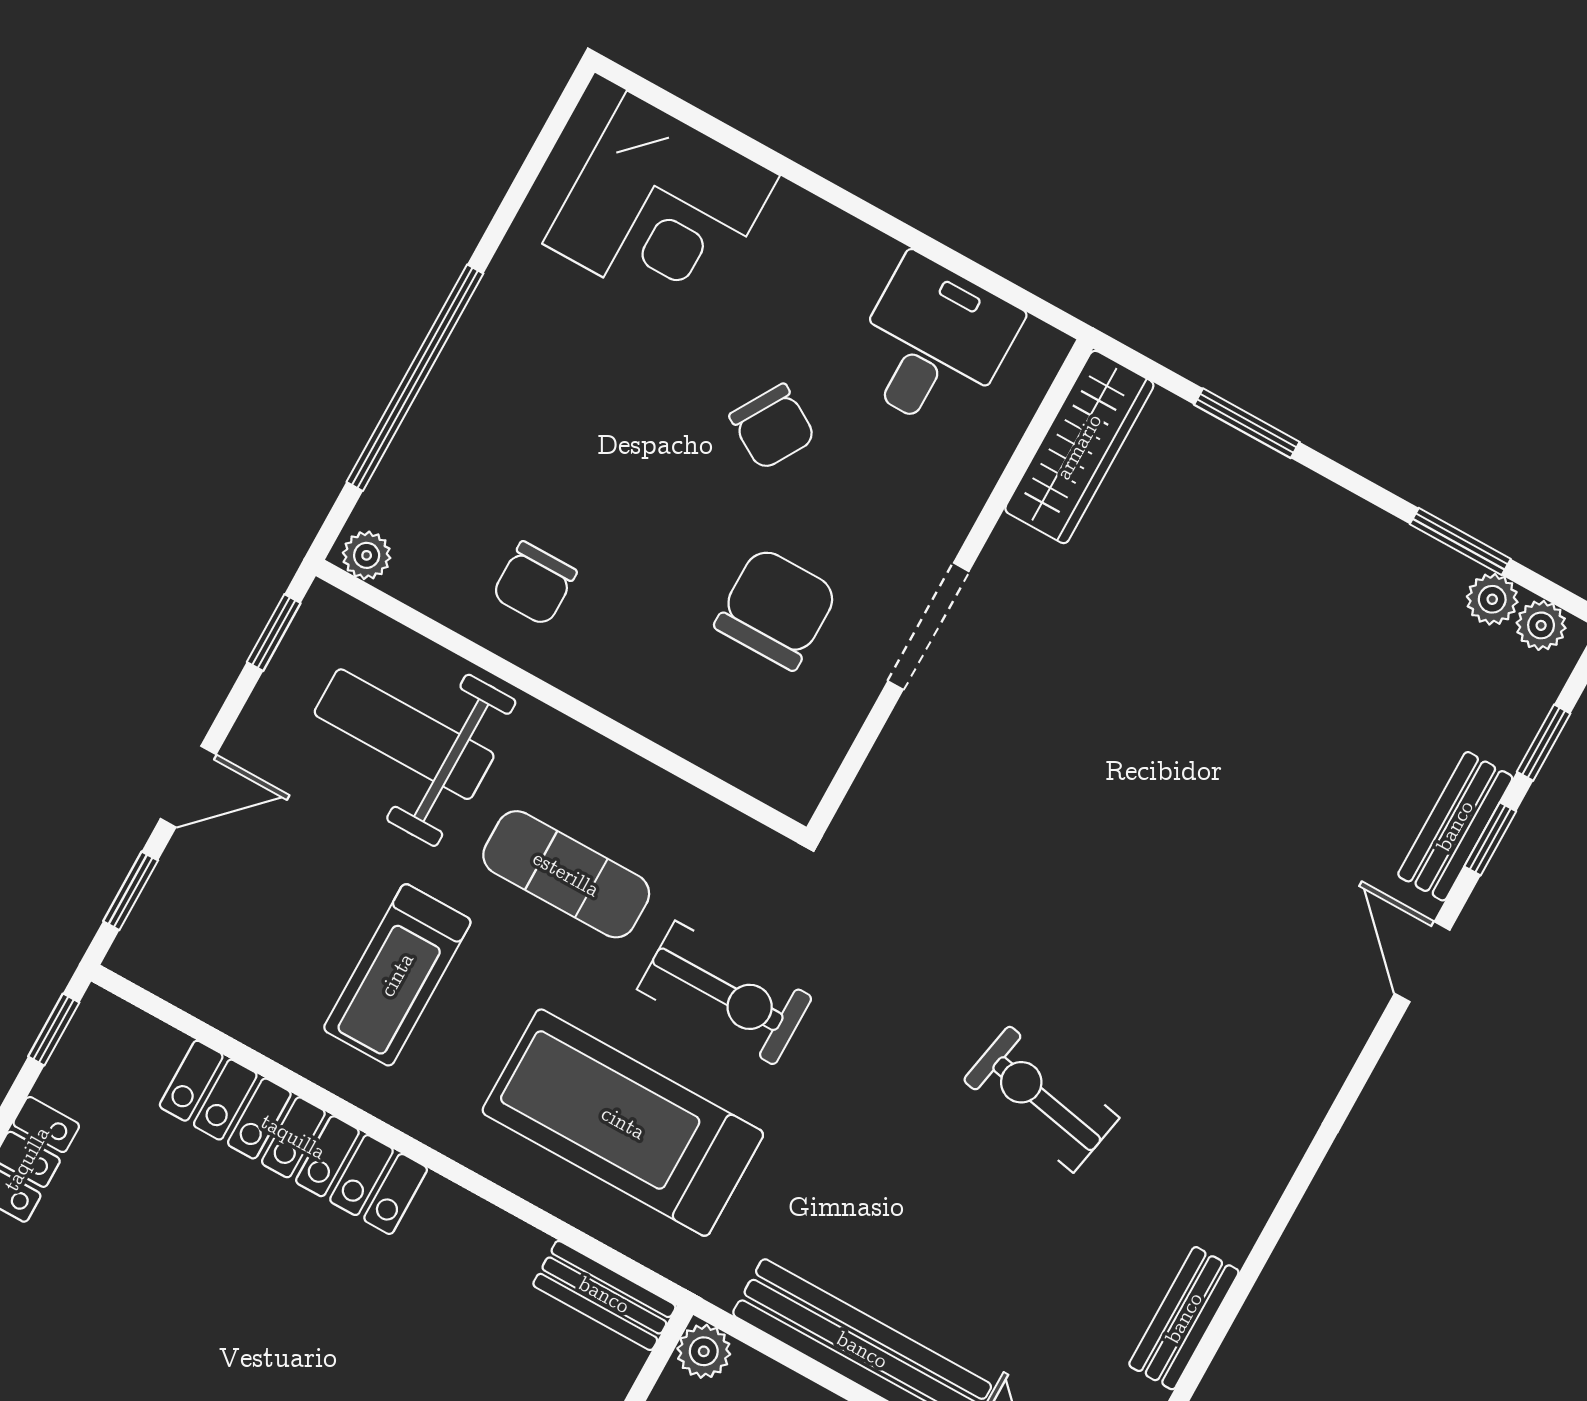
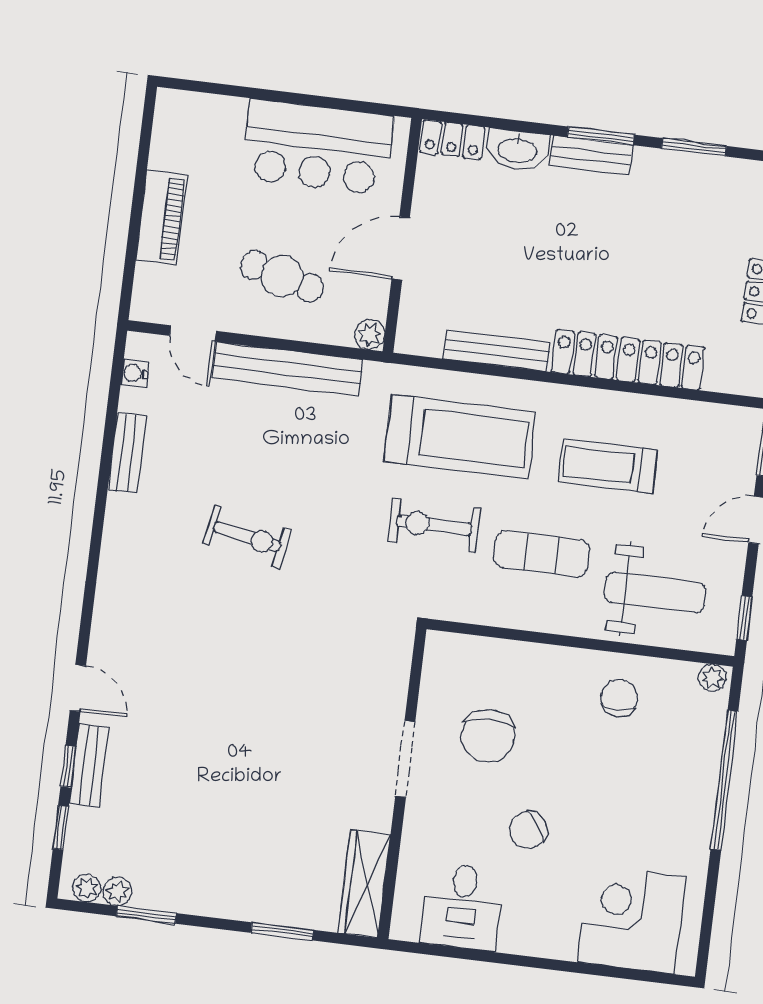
chair: (773, 427) -> (528, 830), turned -65
treadmill: (397, 975) -> (608, 466), turned -90
bench: (604, 1295) -> (497, 351), moved, width x1.36

